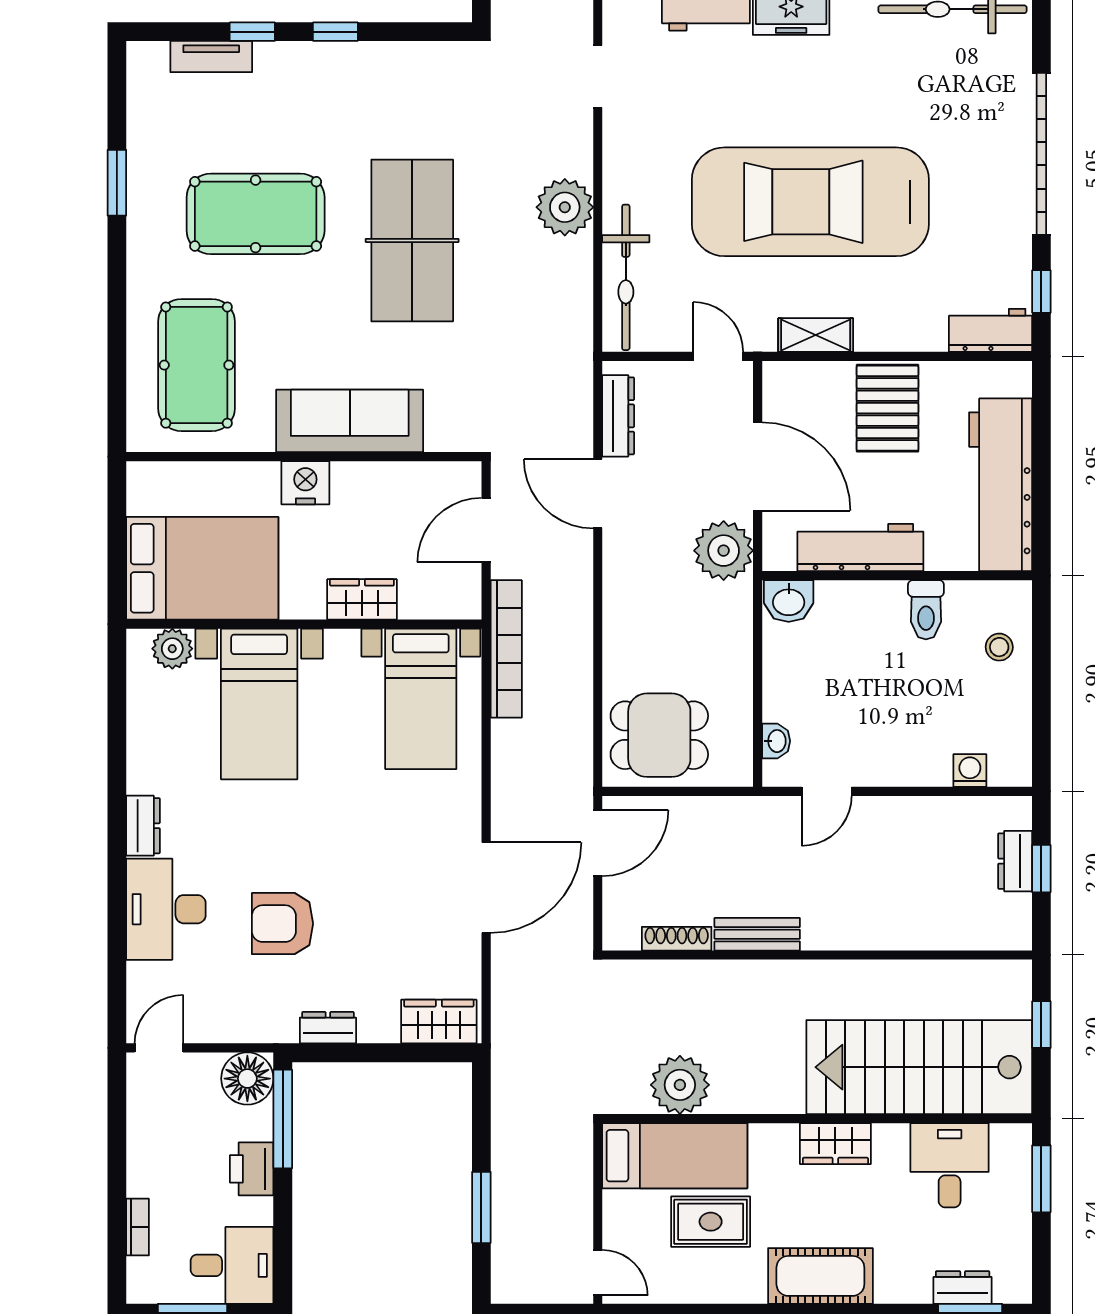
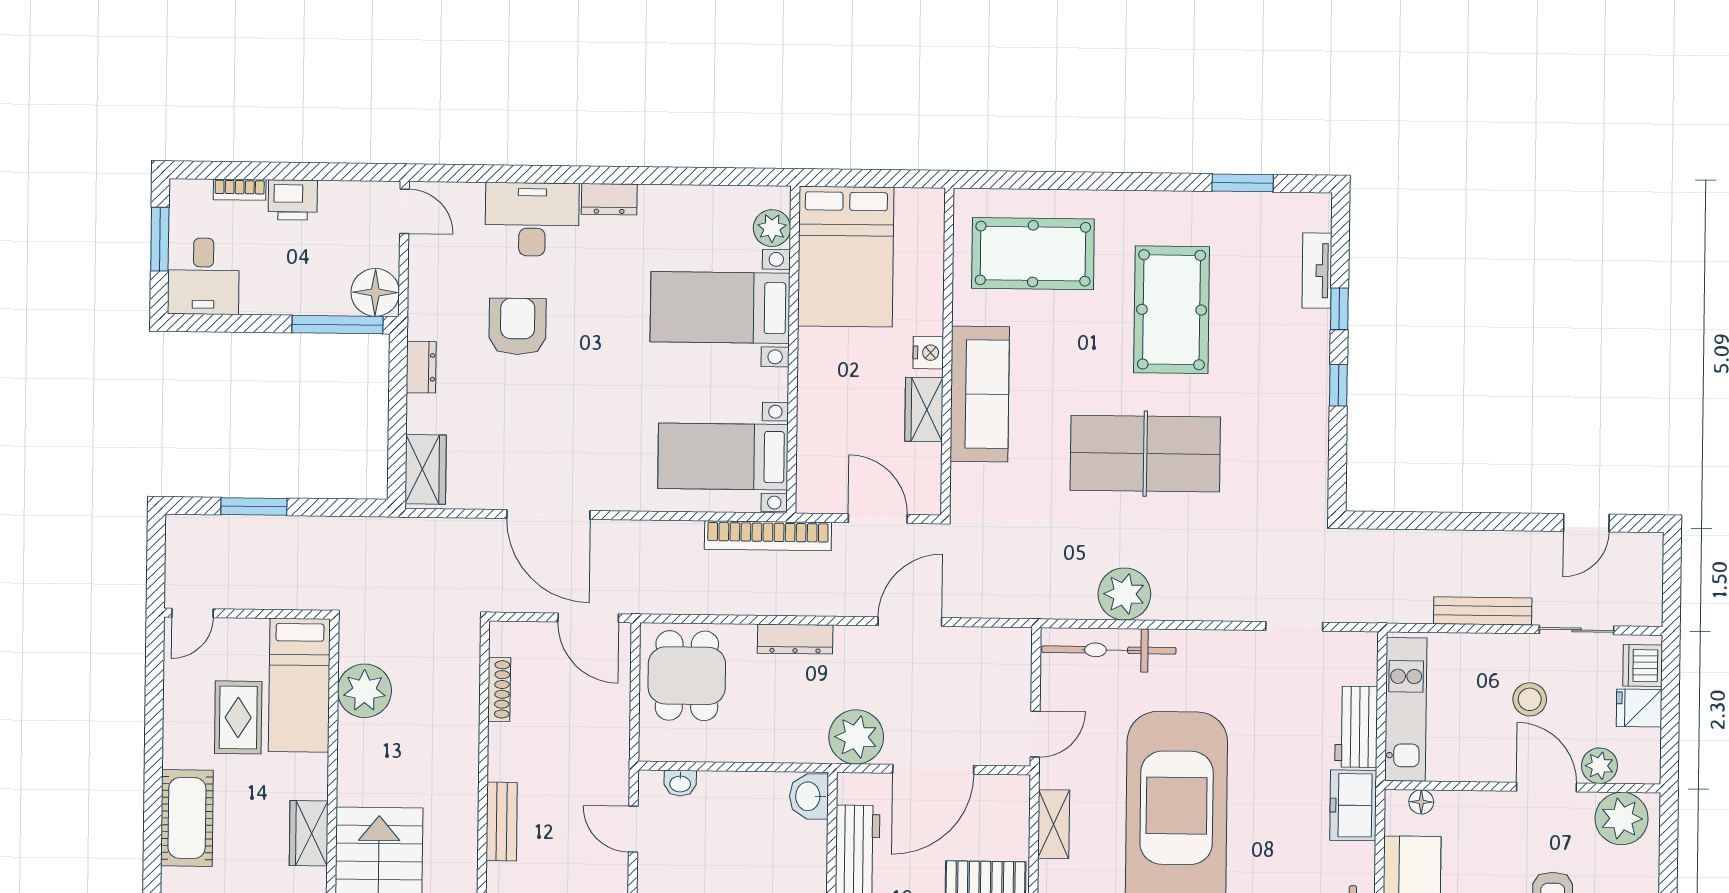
window: (117, 183) -> (1243, 183), moved
plant: (565, 207) -> (1124, 594), moved
dresser: (618, 416) -> (795, 639), moved
nightstand: (305, 483) -> (928, 353), width x0.74, depth x0.75
wardrobe: (362, 599) -> (924, 410), moved, turned 180
bench: (757, 934) -> (502, 821), moved
printer: (252, 1169) -> (293, 200), moved, turned 180

